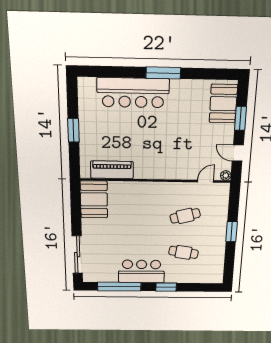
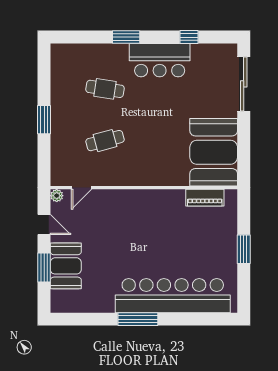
bar counter: (133, 93) -> (173, 296), width x1.36
booth: (223, 104) -> (66, 266), moved
piano: (112, 170) -> (205, 198), width x0.73, depth x0.75
booth: (94, 199) -> (214, 152), width x1.36, depth x1.42
window: (119, 287) -> (189, 37), width x0.32

